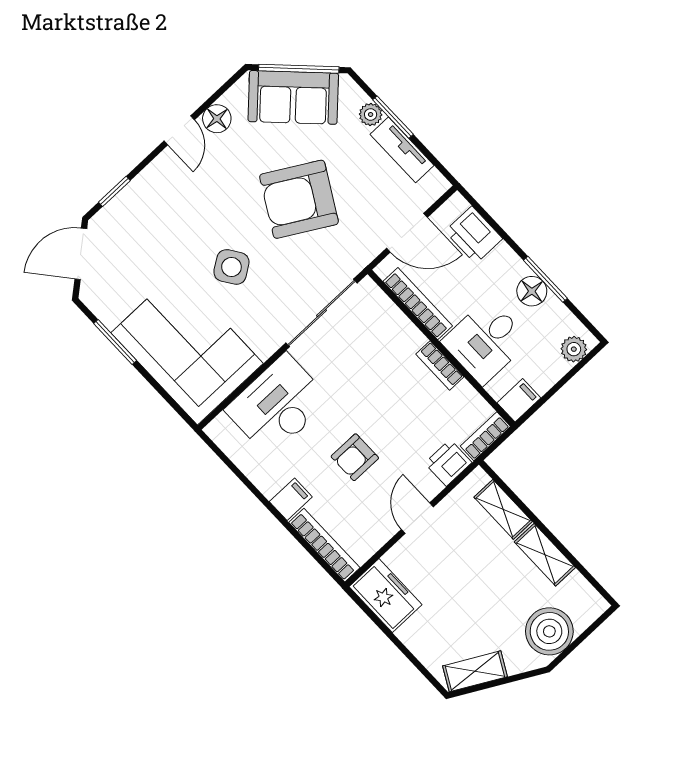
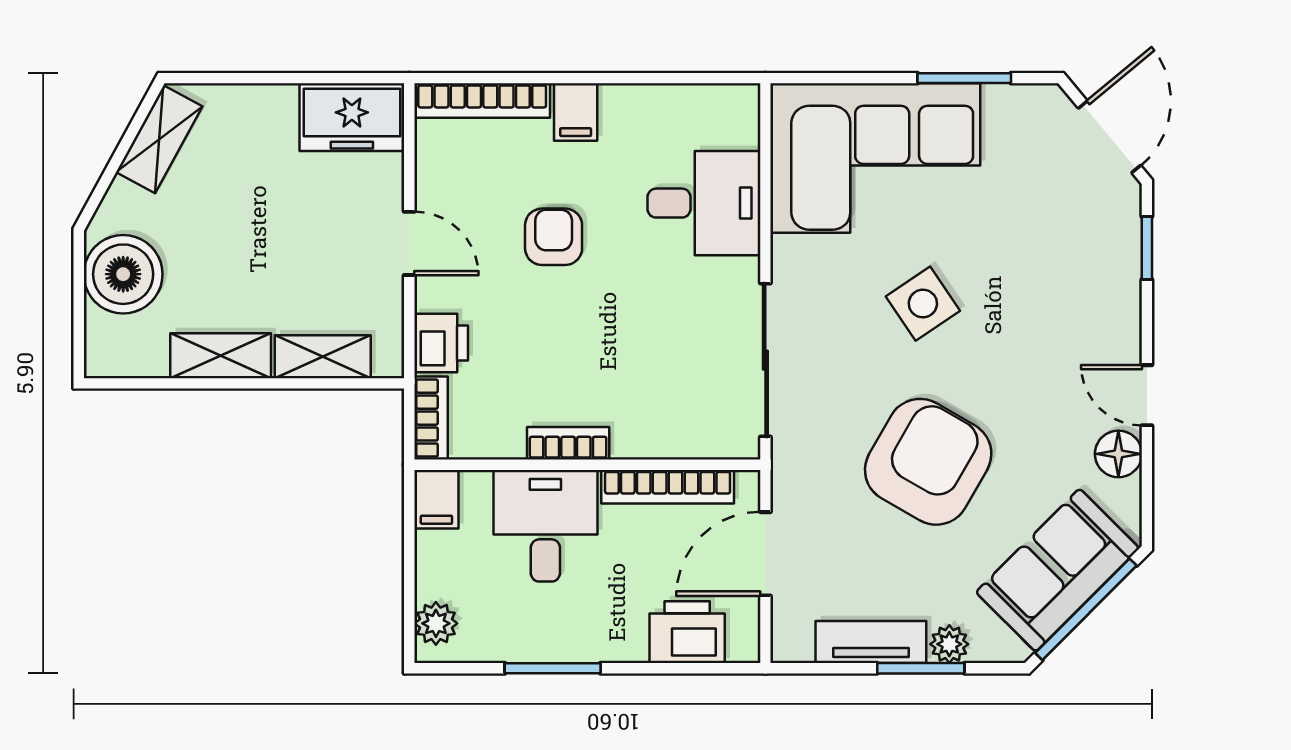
floor lamp: (532, 291) -> (553, 638), removed
desk: (278, 405) -> (704, 203), width x0.73

